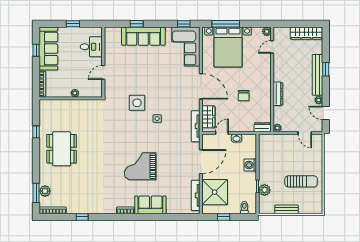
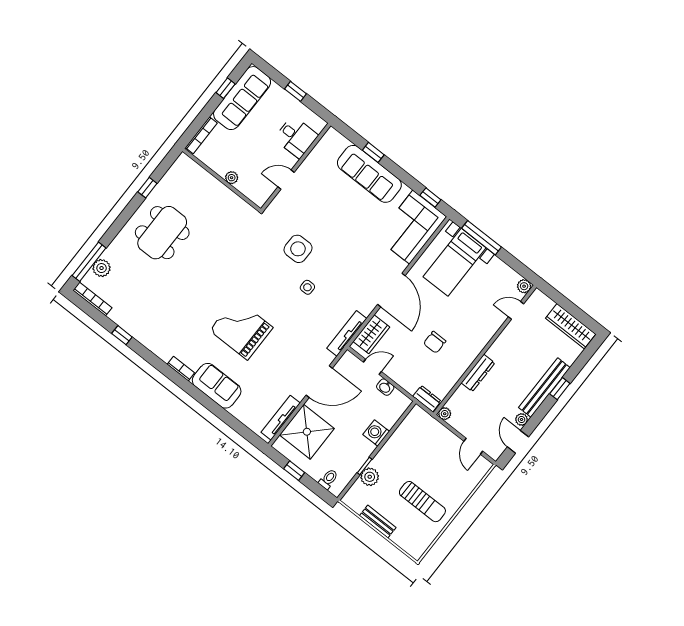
bed with nightstands: (228, 47) -> (455, 262), width x0.73
window: (36, 193) -> (89, 262), width x1.44

